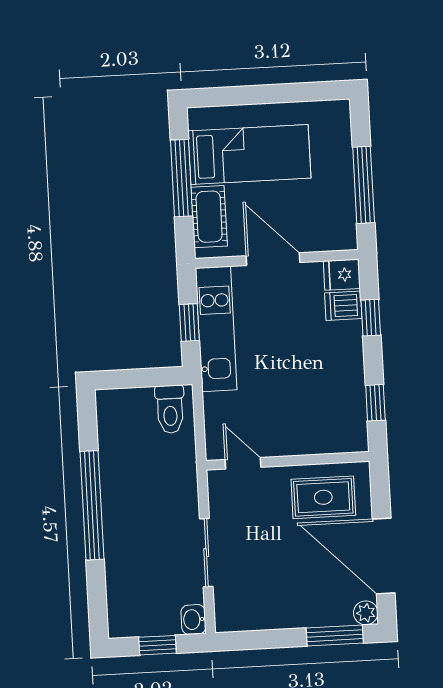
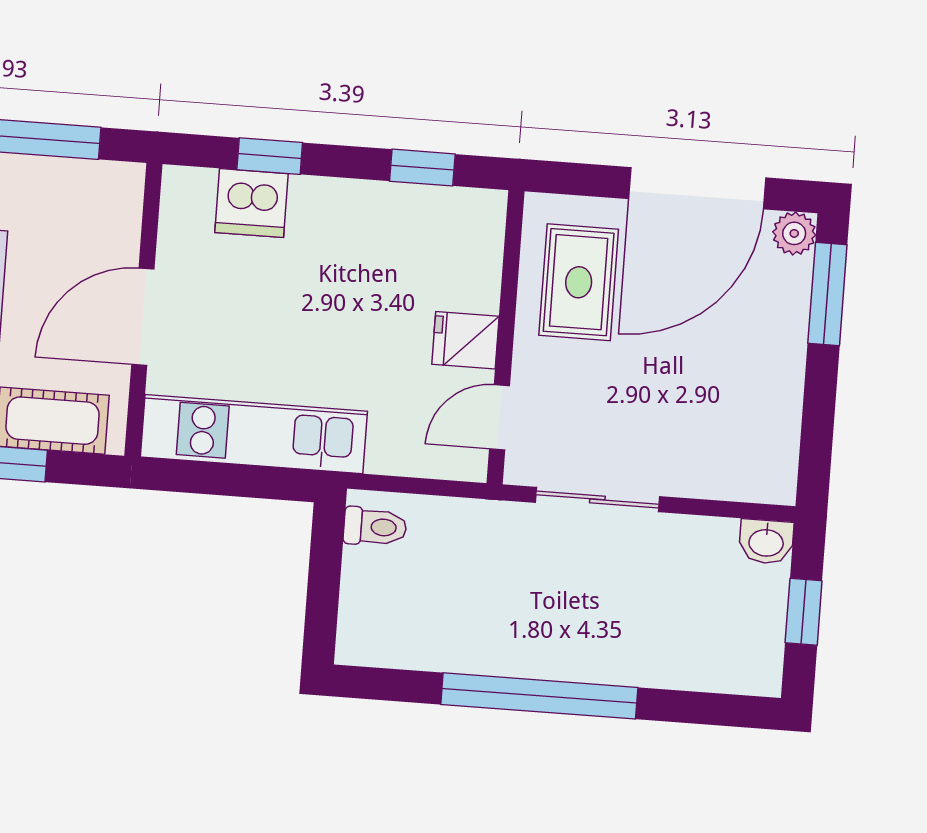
fridge: (342, 275) -> (465, 340), moved, turned 90
dishwasher: (343, 306) -> (252, 203), width x1.38
window: (189, 323) -> (236, 480), removed
toilet: (170, 409) -> (375, 527), width x0.73, depth x0.72
sliding door: (206, 553) -> (597, 499), moved

